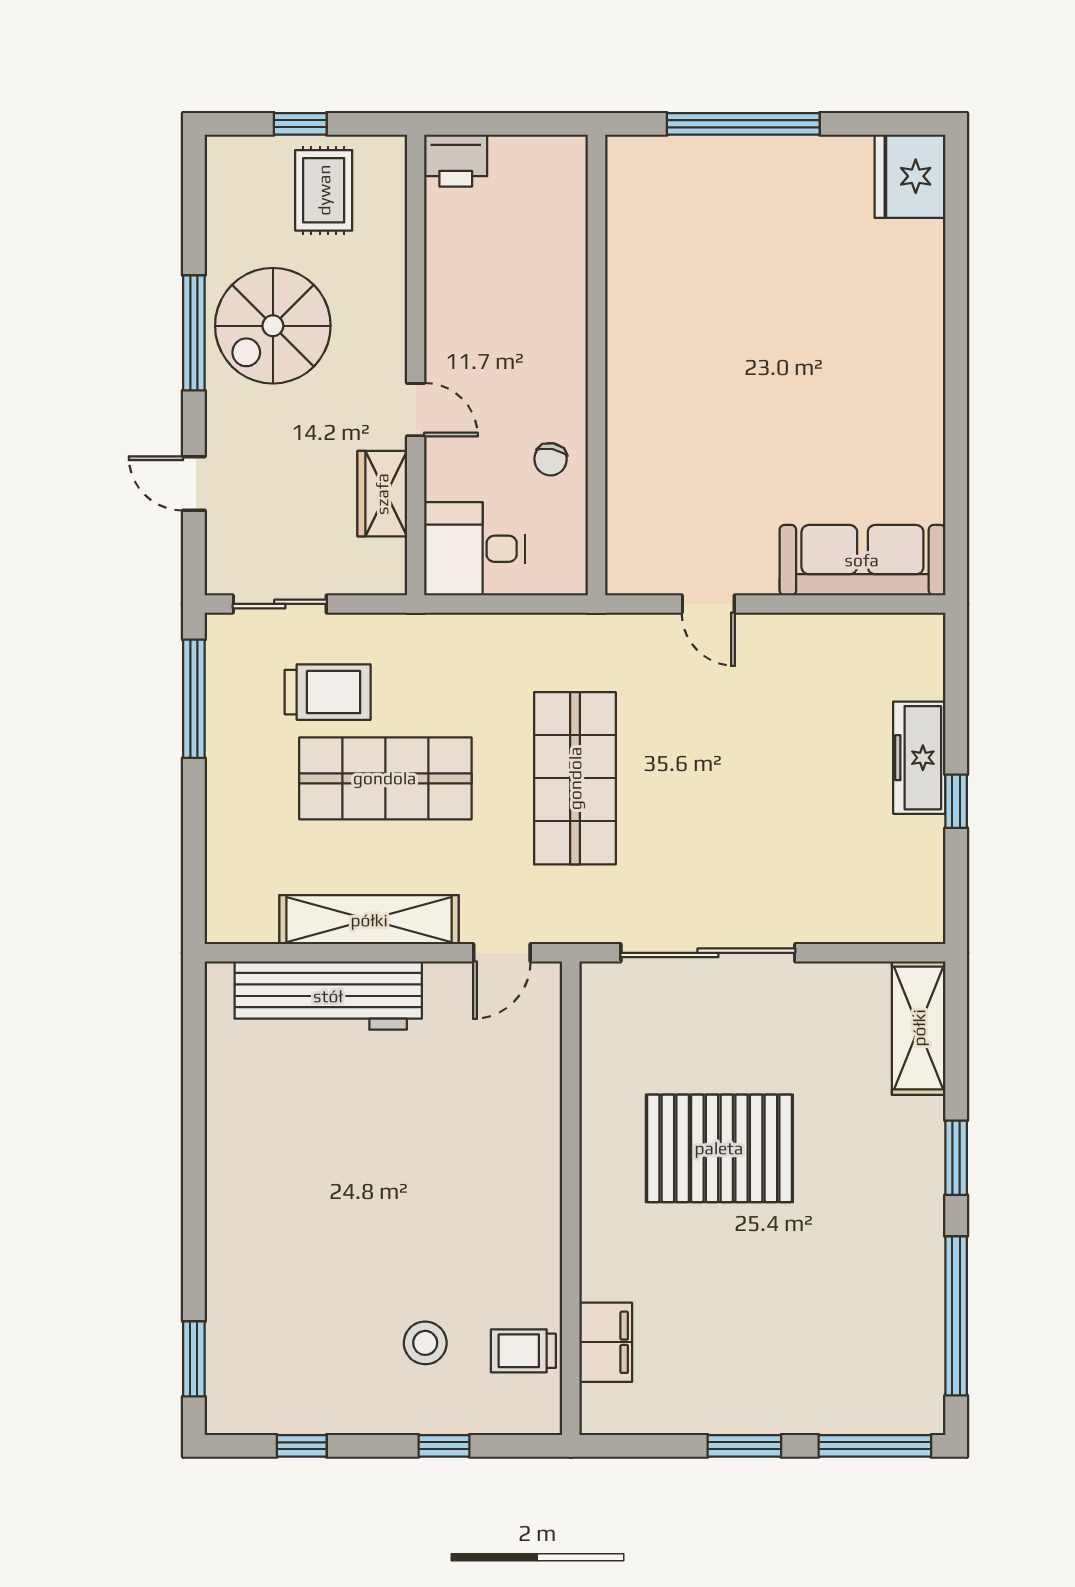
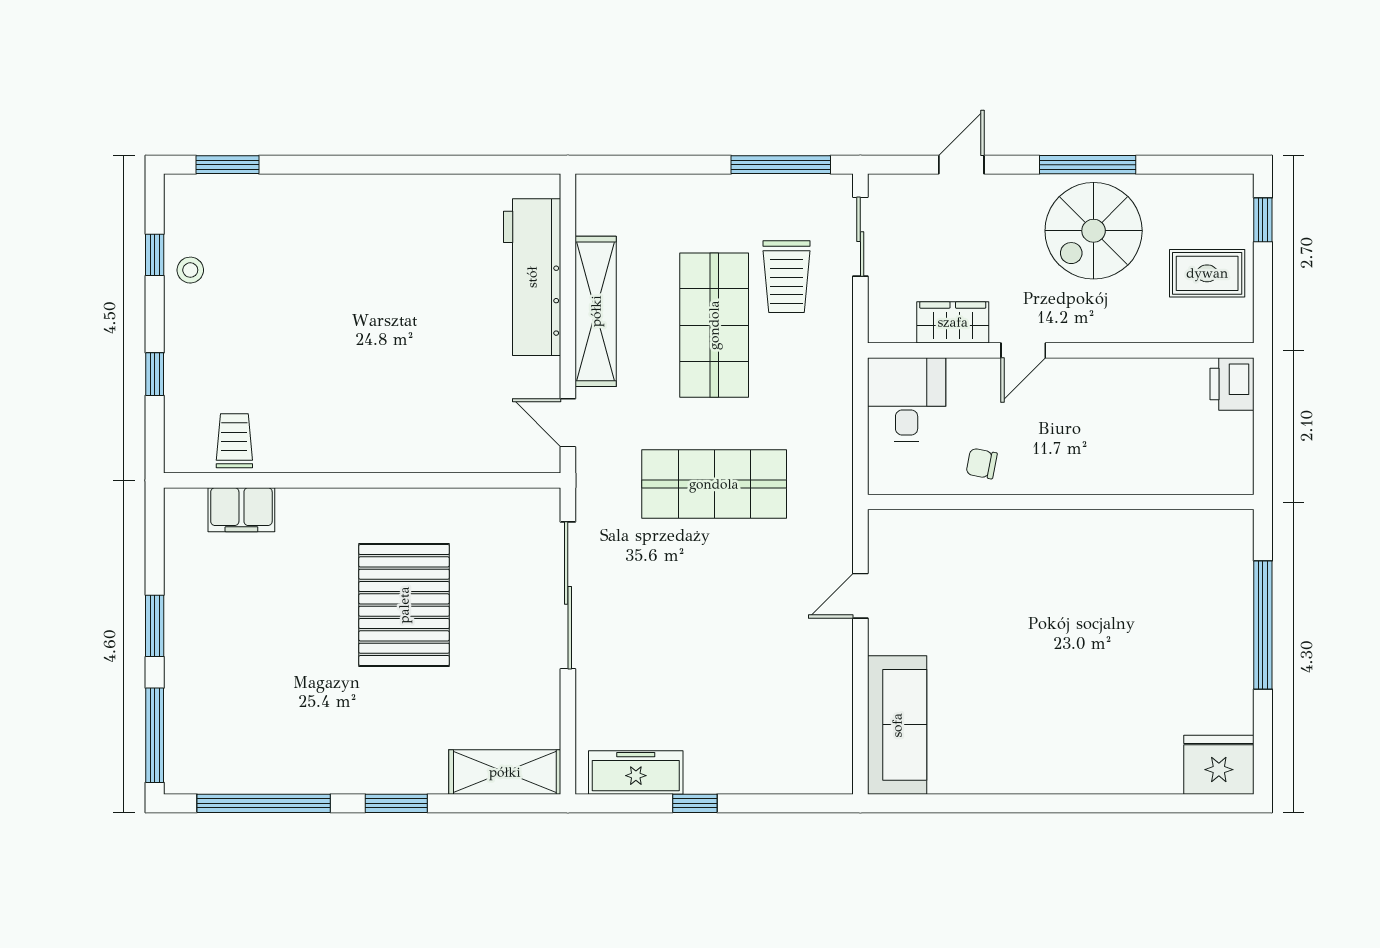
window: (300, 124) -> (1263, 220), moved
spiral stairs: (273, 326) -> (1094, 231), turned -90
freezer: (919, 758) -> (636, 773), moved
stool: (425, 1343) -> (190, 270), moved, width x0.73, depth x0.73

